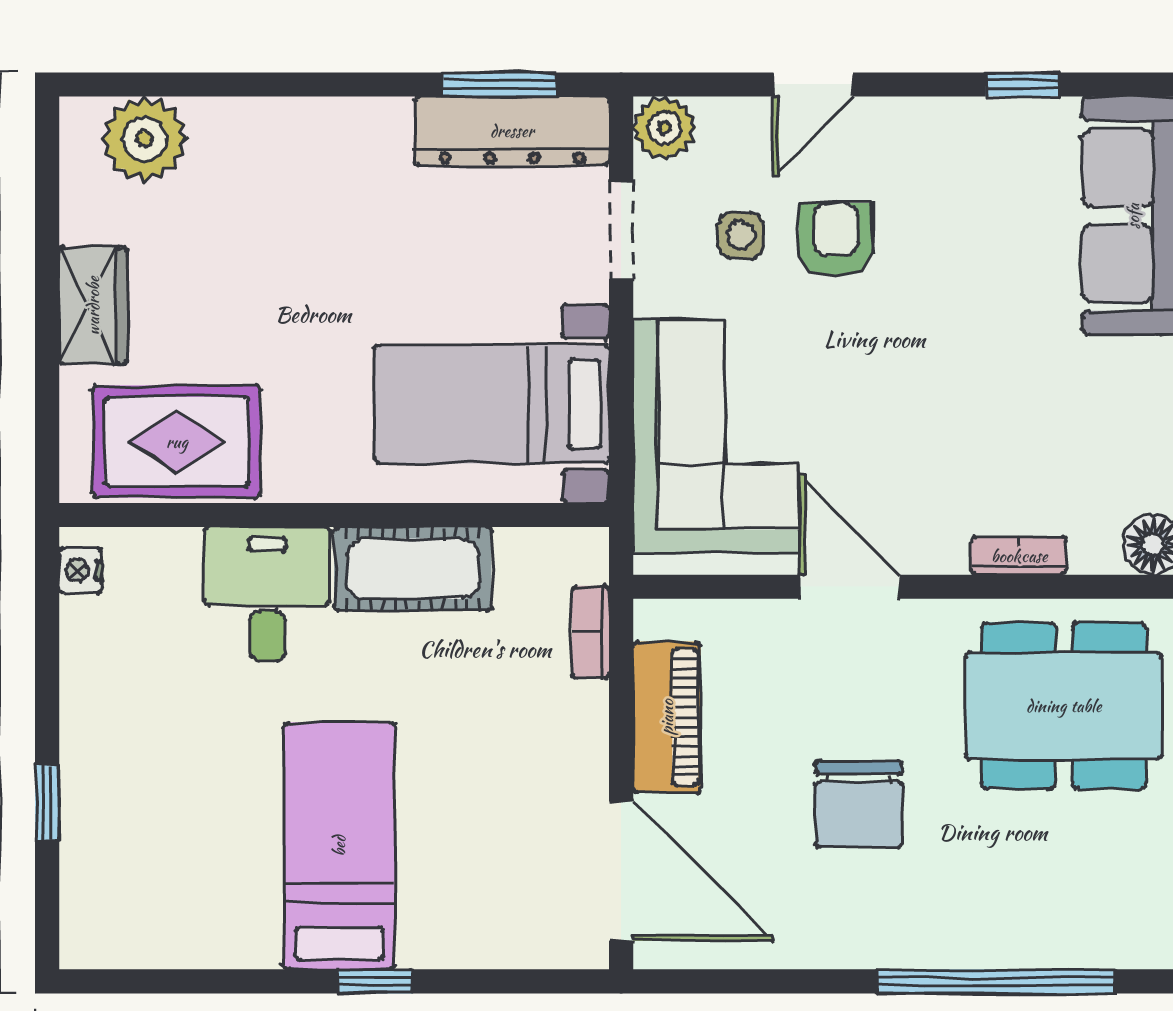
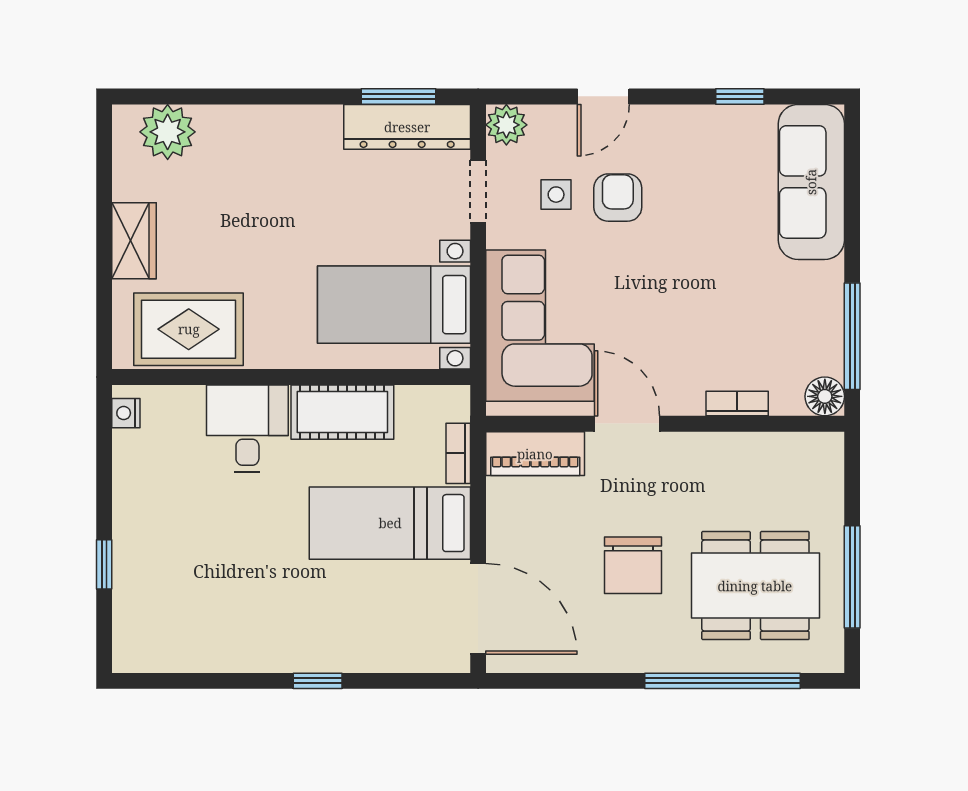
dining table: (1064, 706) -> (755, 586), moved
piano: (667, 717) -> (535, 454), moved, turned 90
bed: (339, 846) -> (390, 523), moved, turned -90

